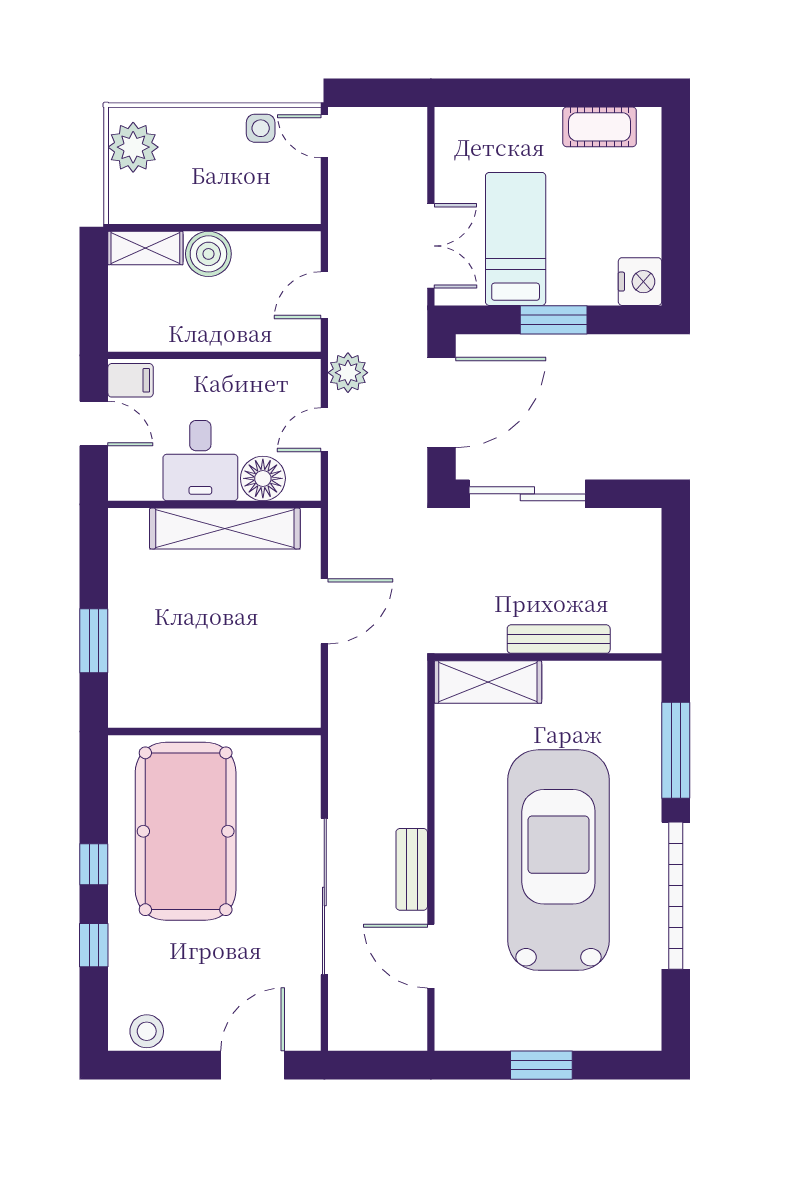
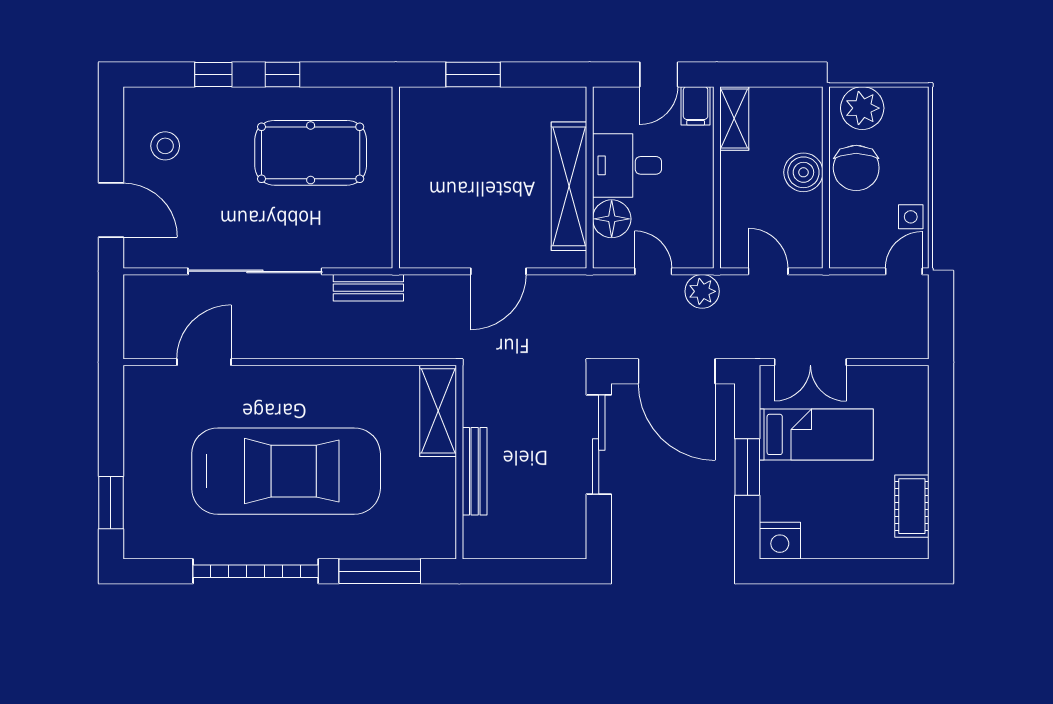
plant: (133, 147) -> (862, 108), moved
chair: (203, 192) -> (856, 168), added
shelving: (145, 248) -> (734, 118), moved
door: (324, 611) -> (498, 271), hinge flipped
pool table: (186, 831) -> (311, 153), width x0.73, depth x0.76
bench: (412, 869) -> (368, 288), moved
stool: (147, 1031) -> (165, 146), moved
window: (541, 1065) -> (111, 503), moved

